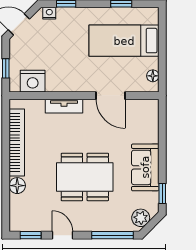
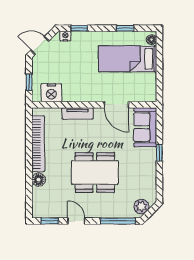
floor lamp: (153, 76) -> (151, 40), moved
sofa: (145, 167) -> (145, 127), moved
window: (162, 193) -> (159, 153), moved

